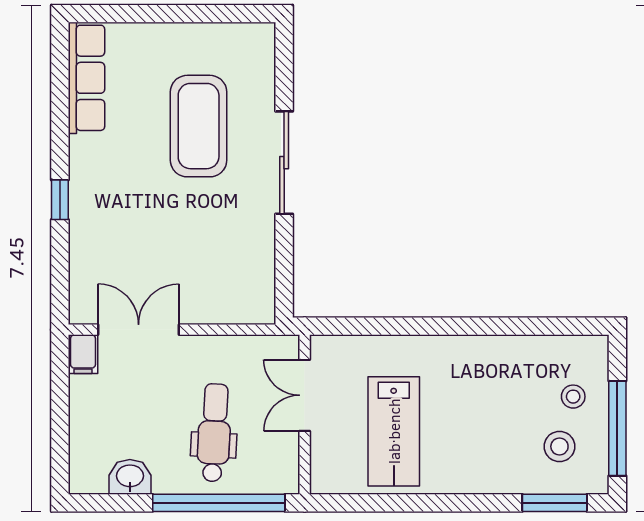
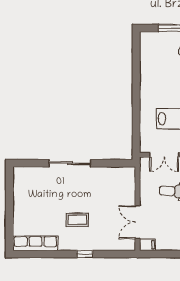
coffee table: (199, 126) -> (77, 220), moved, width x0.54, depth x0.58
stool: (573, 397) -> (165, 46), removed

